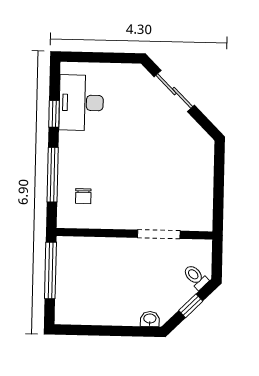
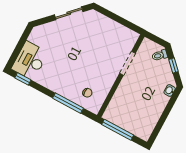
sliding door: (174, 91) -> (69, 13), moved
desk: (81, 103) -> (30, 61), moved, turned 90
window: (54, 114) -> (23, 79), moved

